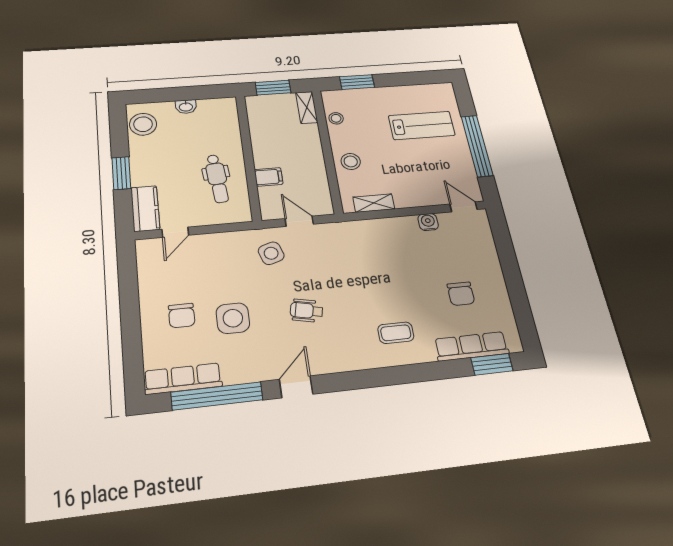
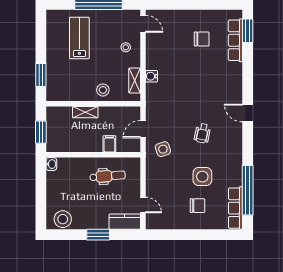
washbasin: (186, 107) -> (51, 164), moved
shelving: (307, 107) -> (85, 112), moved
stool: (336, 118) -> (126, 47), moved
door: (464, 207) -> (143, 24), swing flipped
water cooler: (428, 222) -> (151, 76), moved
coffee table: (396, 333) -> (222, 83), removed
door: (296, 387) -> (248, 113), moved

